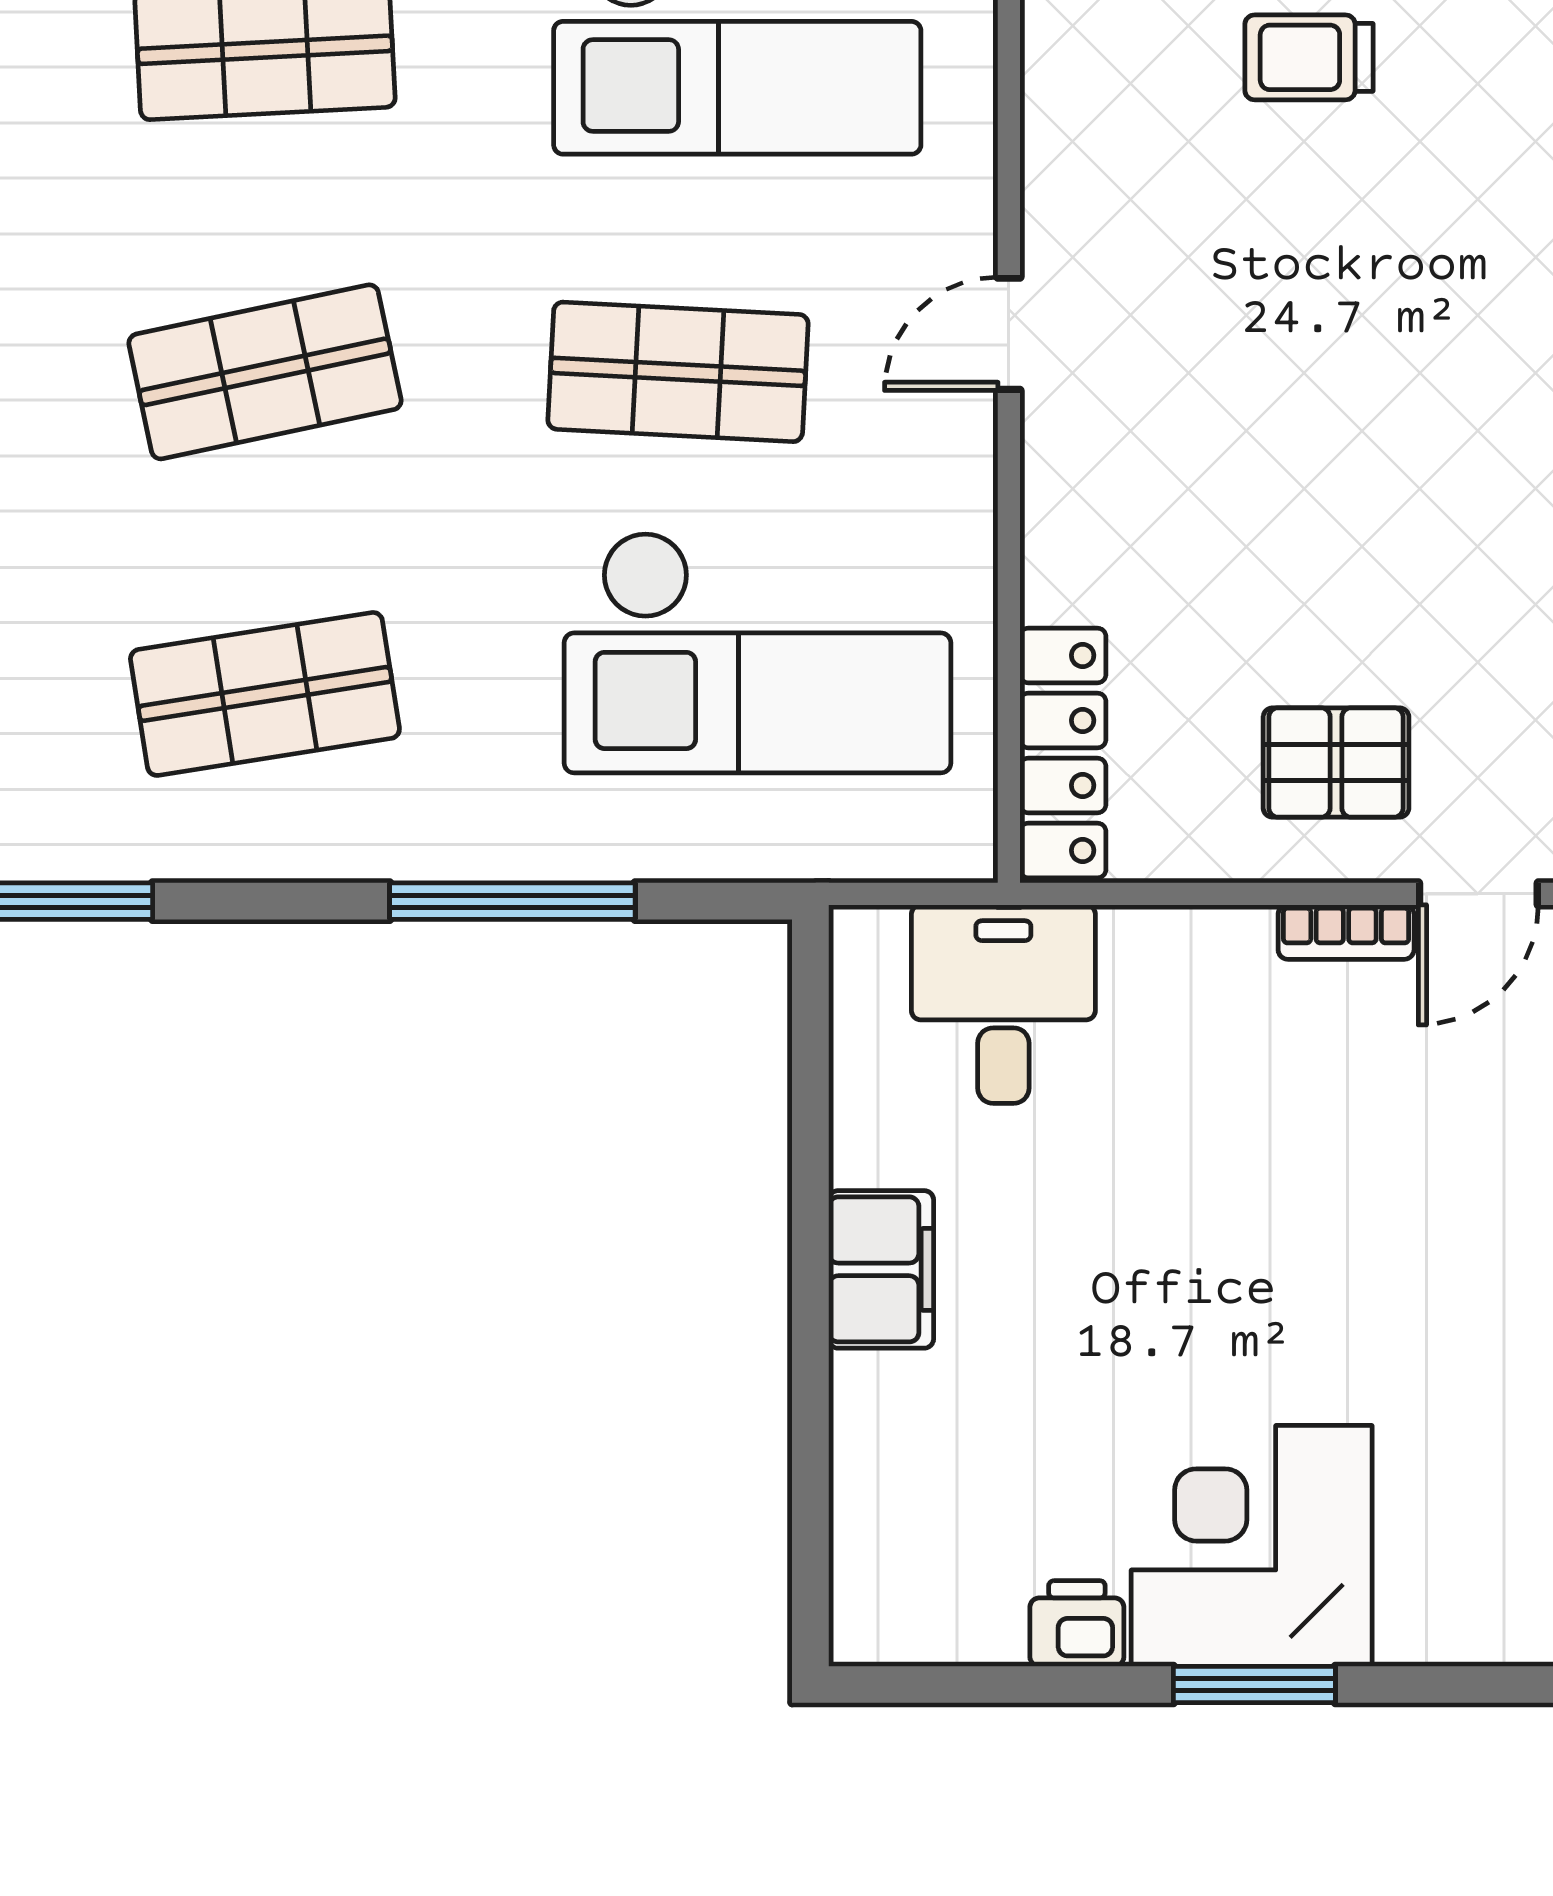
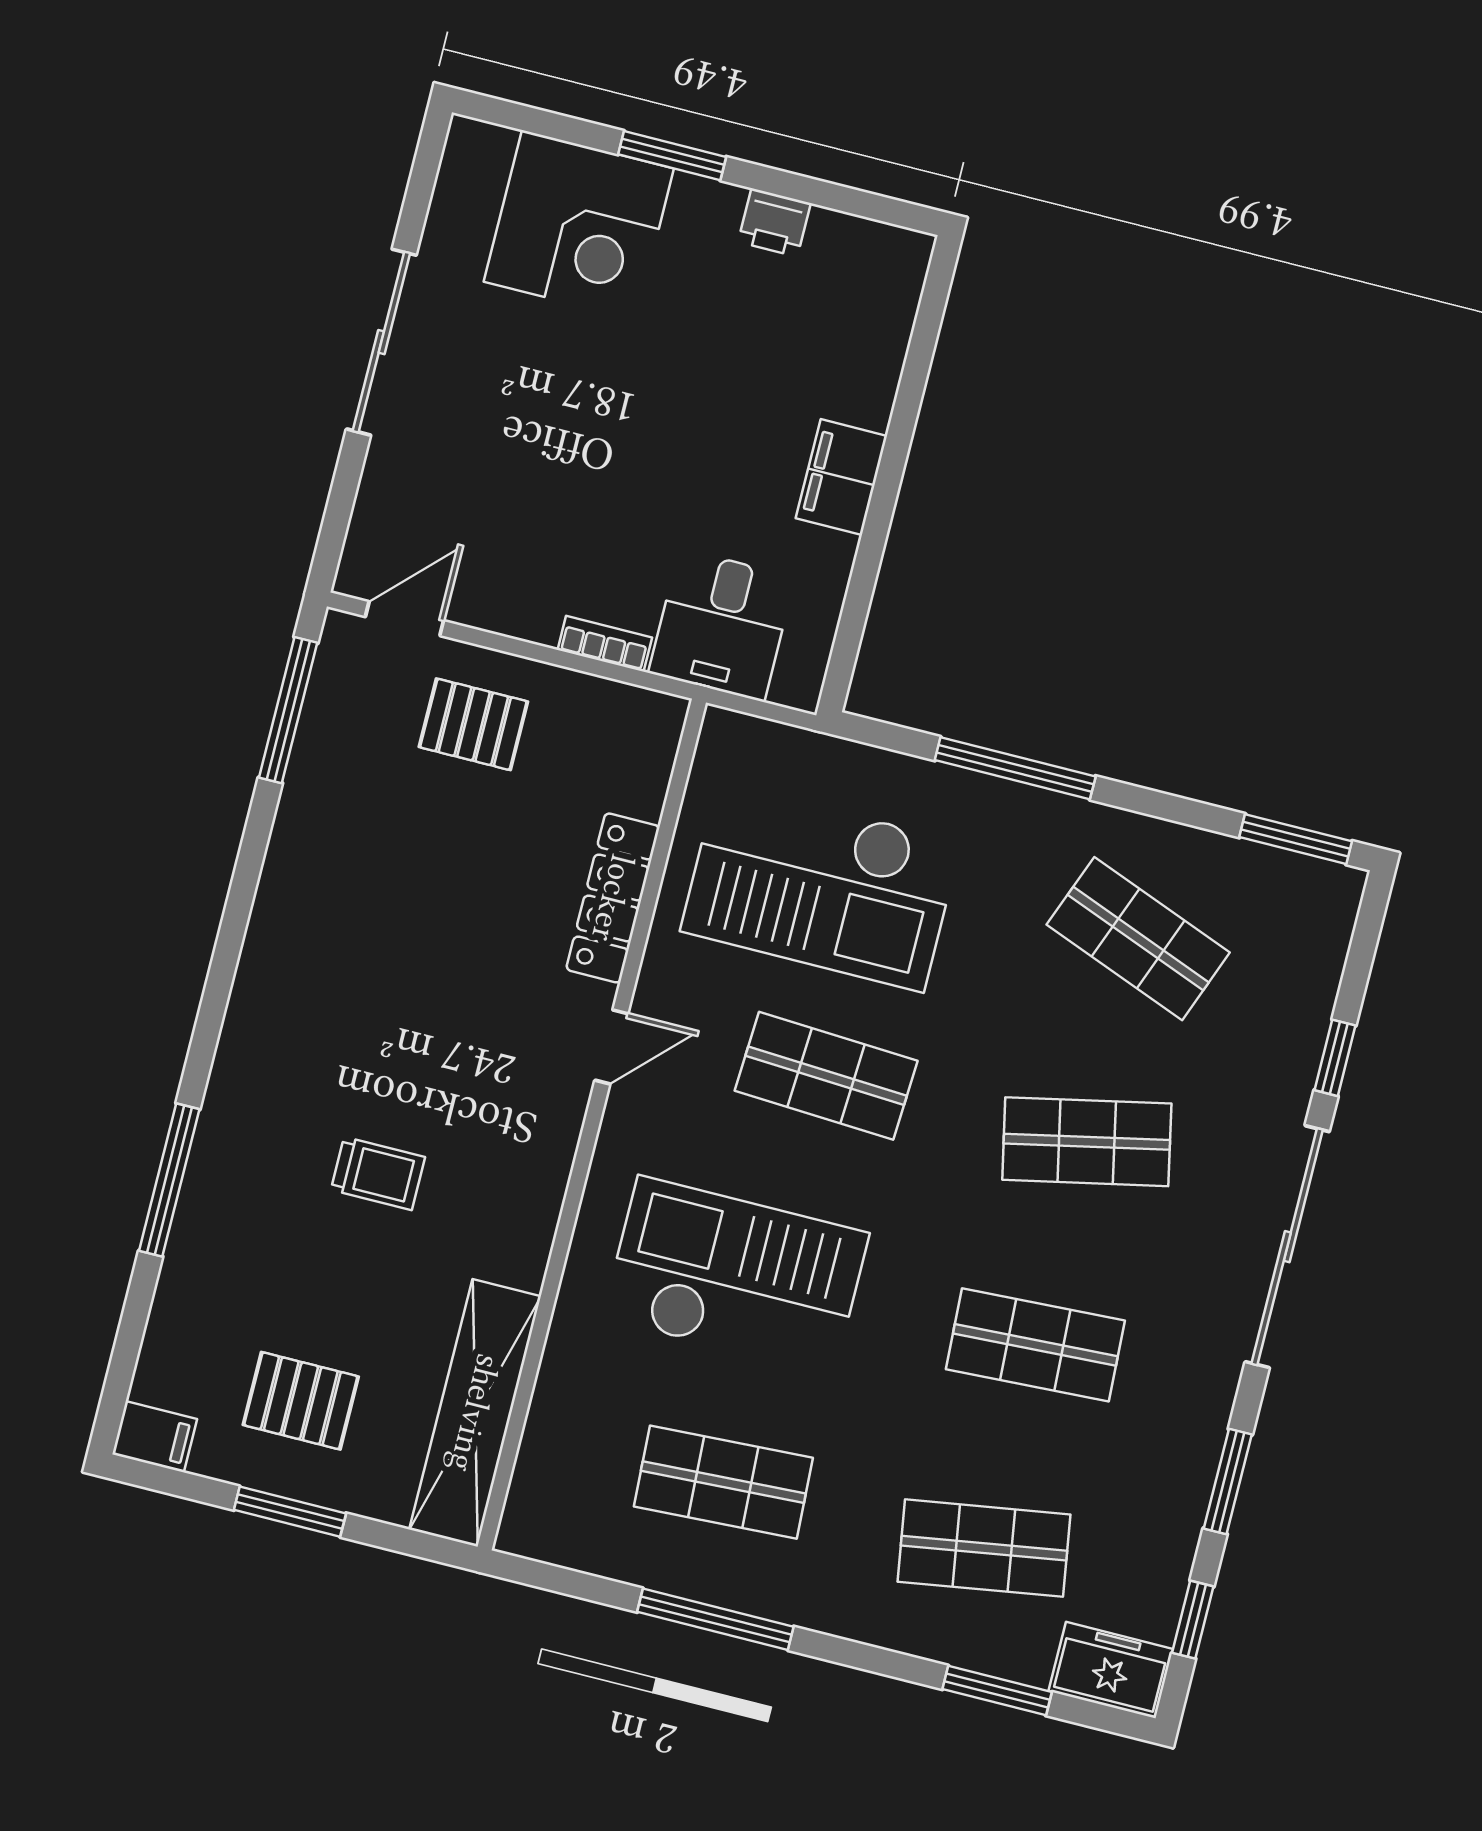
checkout: (757, 652) -> (821, 886), turned 180
shop shelf: (265, 694) -> (1138, 939), turned 30
locker: (1063, 753) -> (613, 898), moved
bookcase: (1346, 932) -> (605, 644), moved
corner desk: (1252, 1546) -> (579, 225), moved

